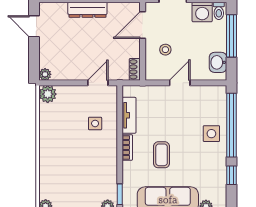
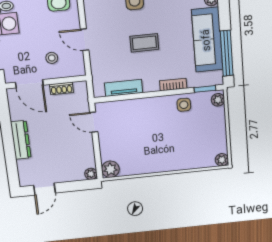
shoe rack: (135, 69) -> (61, 88), moved
side table: (95, 123) -> (184, 105), moved
bookcase: (127, 147) -> (173, 85), moved
coffee table: (162, 155) -> (144, 43), moved

